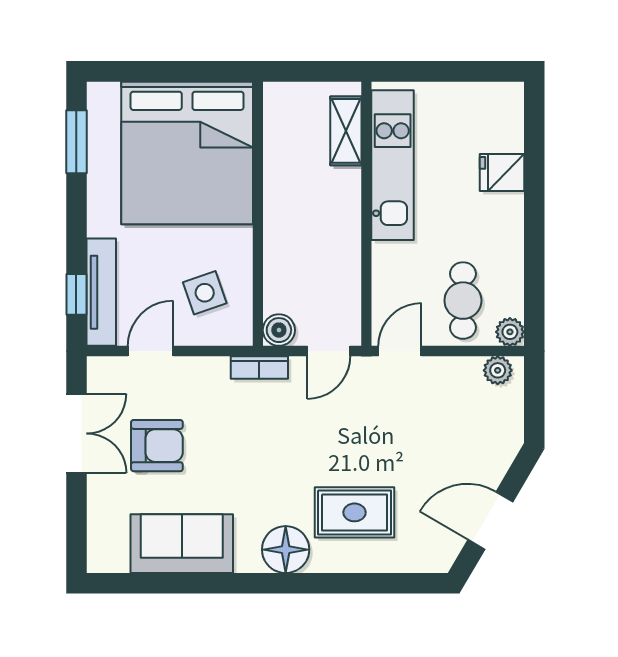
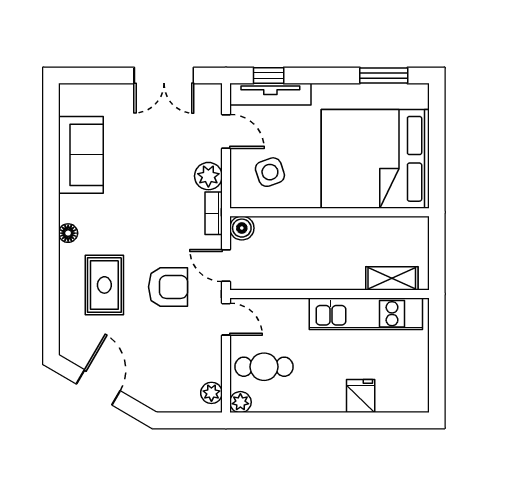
plant: (210, 374) -> (208, 176), added
armchair: (157, 446) -> (168, 287), moved, turned -90
floor lamp: (286, 550) -> (68, 233), width x0.53, depth x0.53

